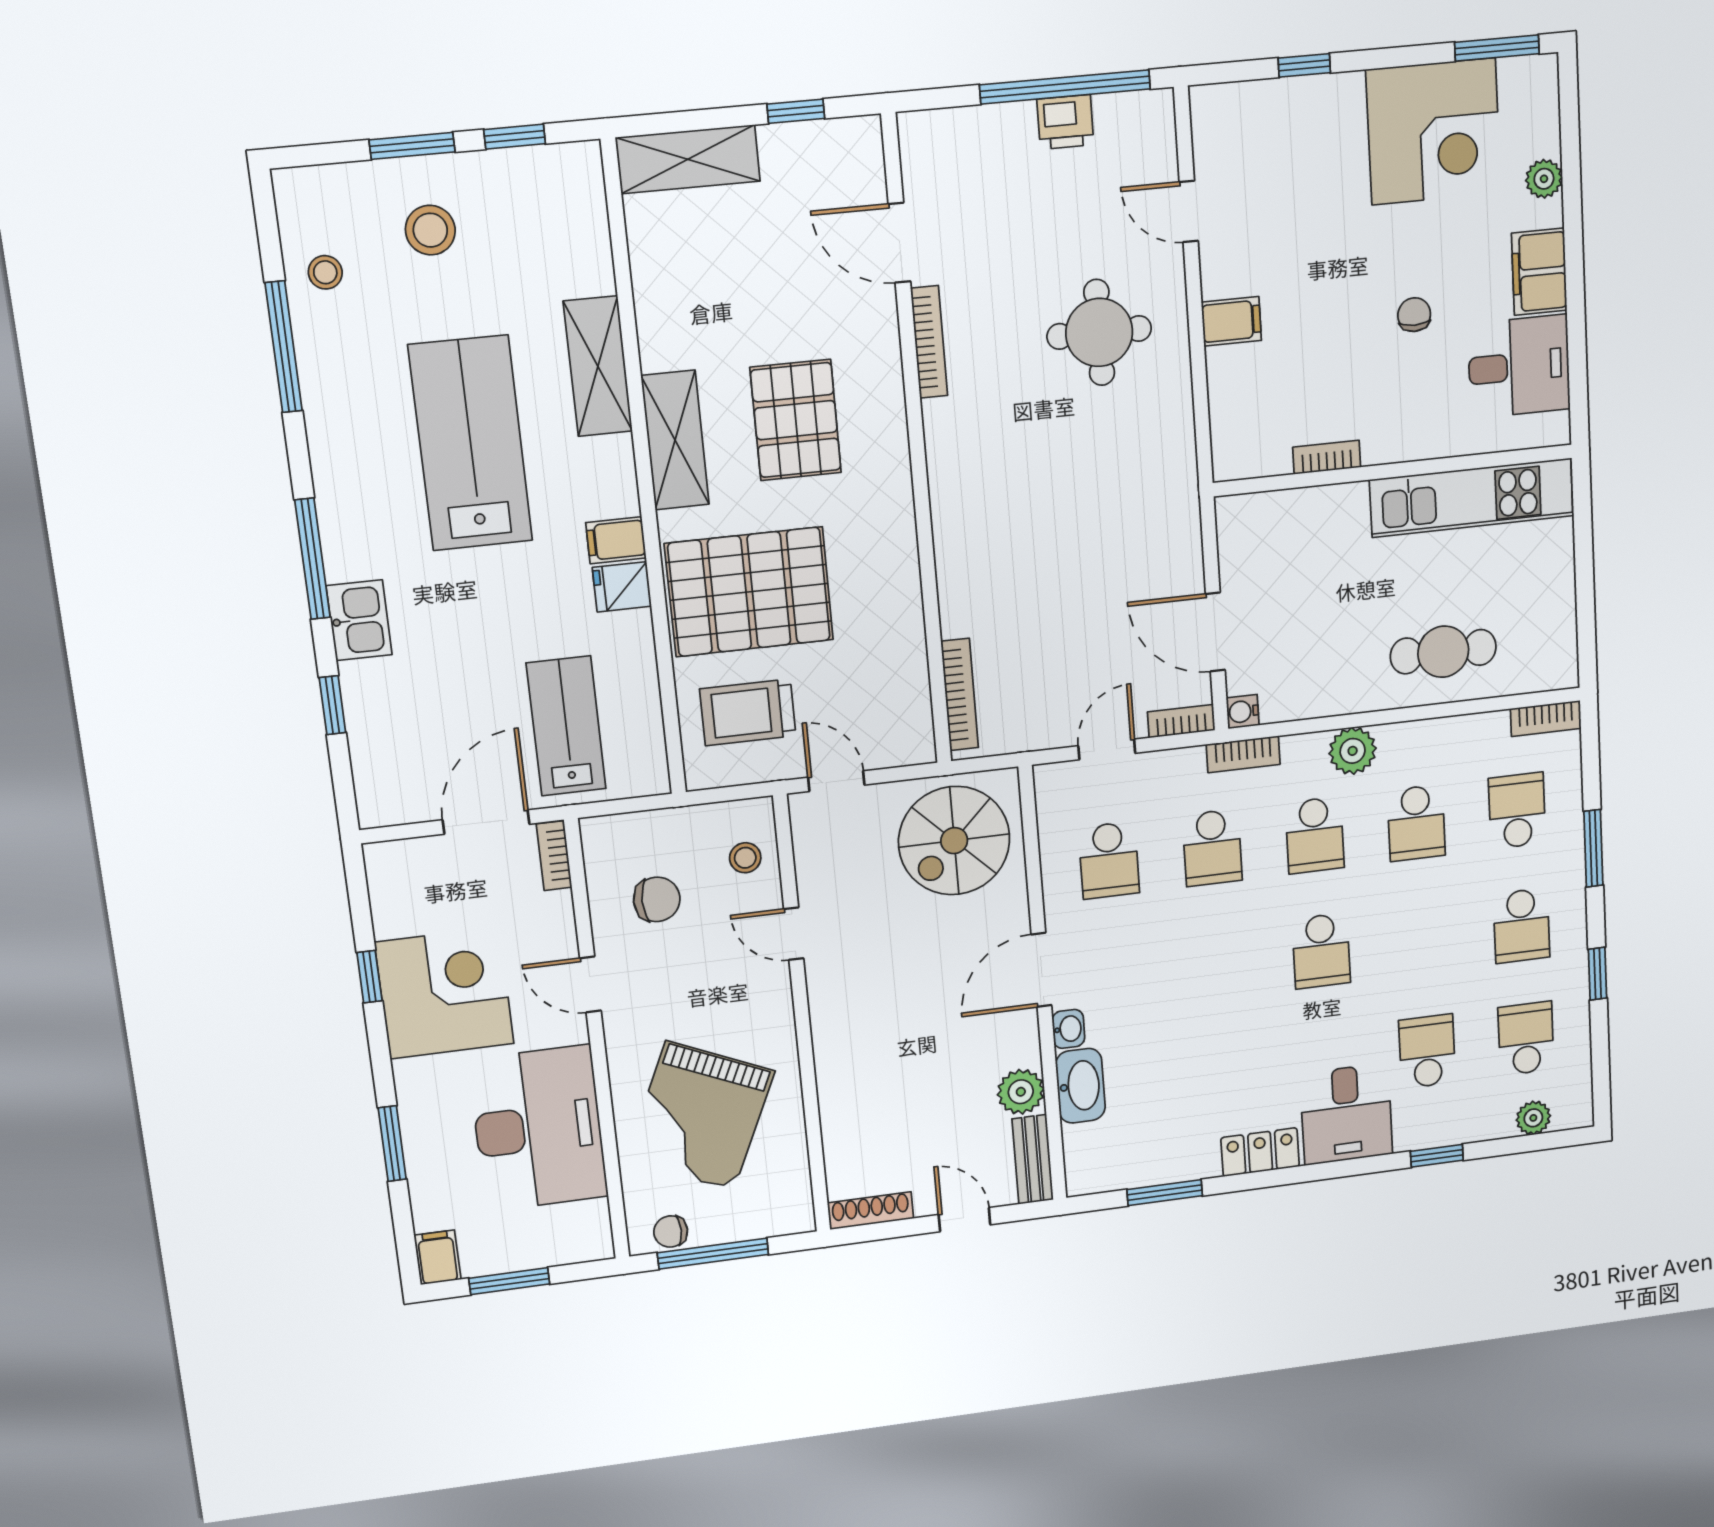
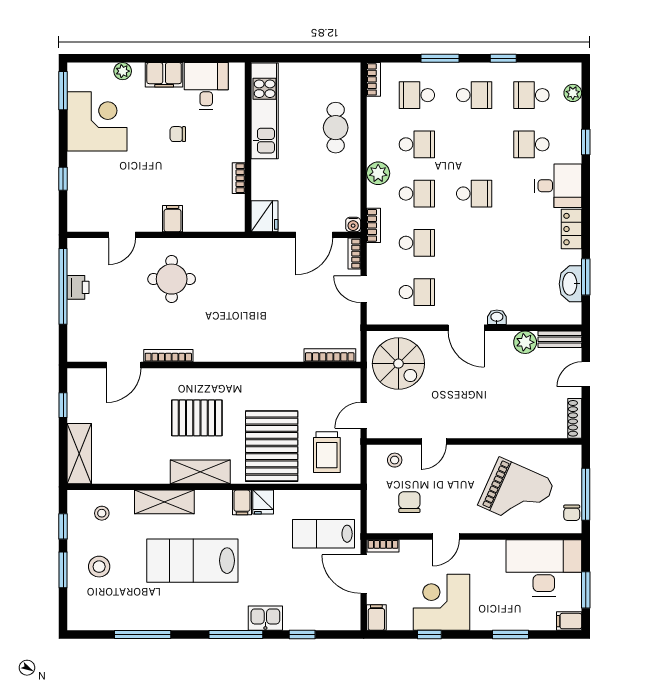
stool: (325, 272) -> (102, 513), moved
fridge: (1249, 522) -> (264, 216), added
filing cabinet: (392, 861) -> (376, 618), added
washbasin: (1080, 1086) -> (570, 284), moved, turned -90
desk: (538, 1128) -> (544, 568), moved

